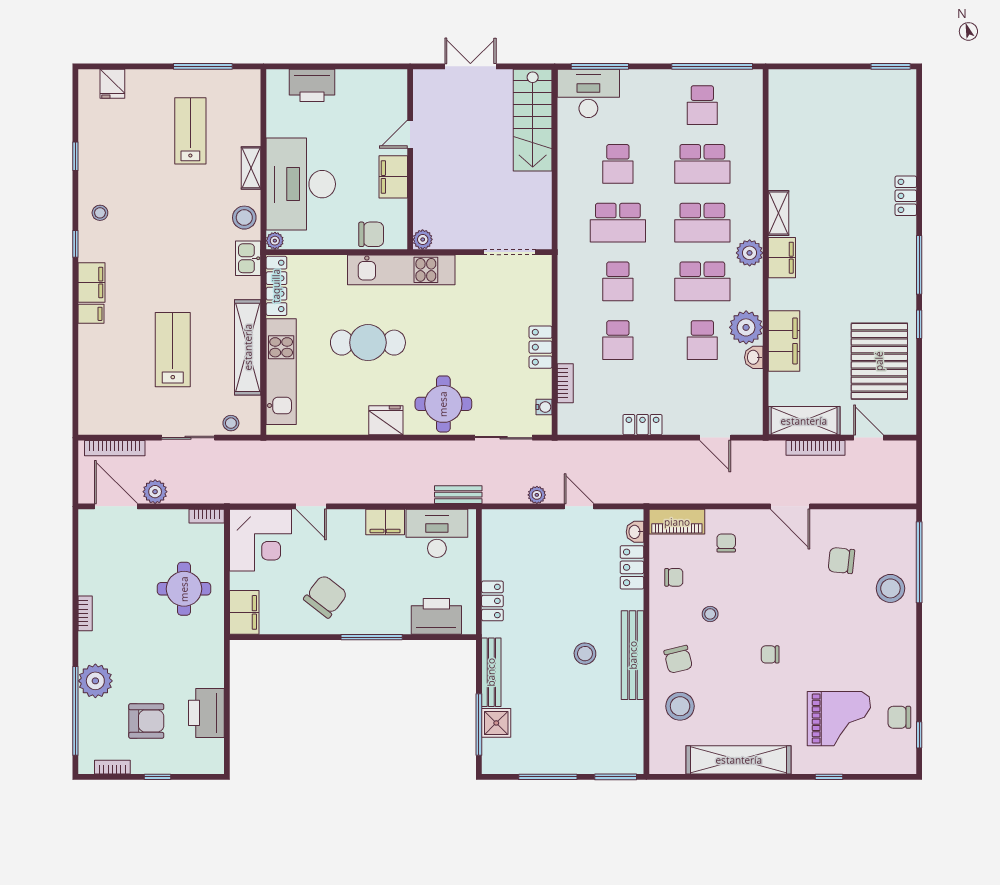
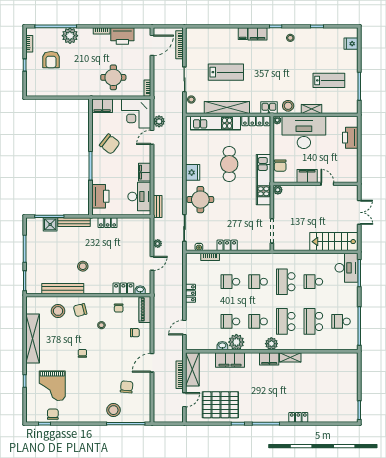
school desk: (702, 281) -> (258, 321), width x0.54
plant: (155, 492) -> (159, 121), moved
bench: (633, 655) -> (63, 289), moved
printer: (206, 713) -> (122, 36), moved, turned 180

